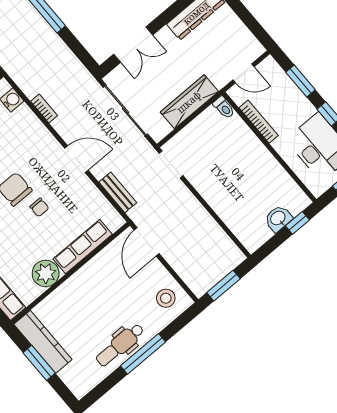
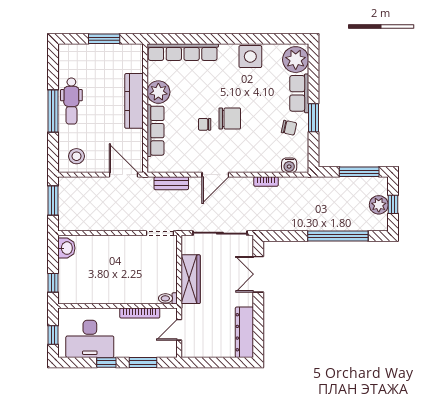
washbasin: (278, 218) -> (66, 248), moved
kitchen counter: (43, 342) -> (134, 101), moved, turned 90
dental chair: (120, 345) -> (71, 101), turned 180

